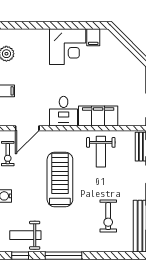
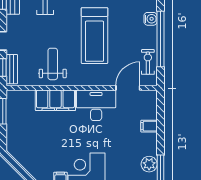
desk: (64, 111) -> (96, 105), width x1.37

